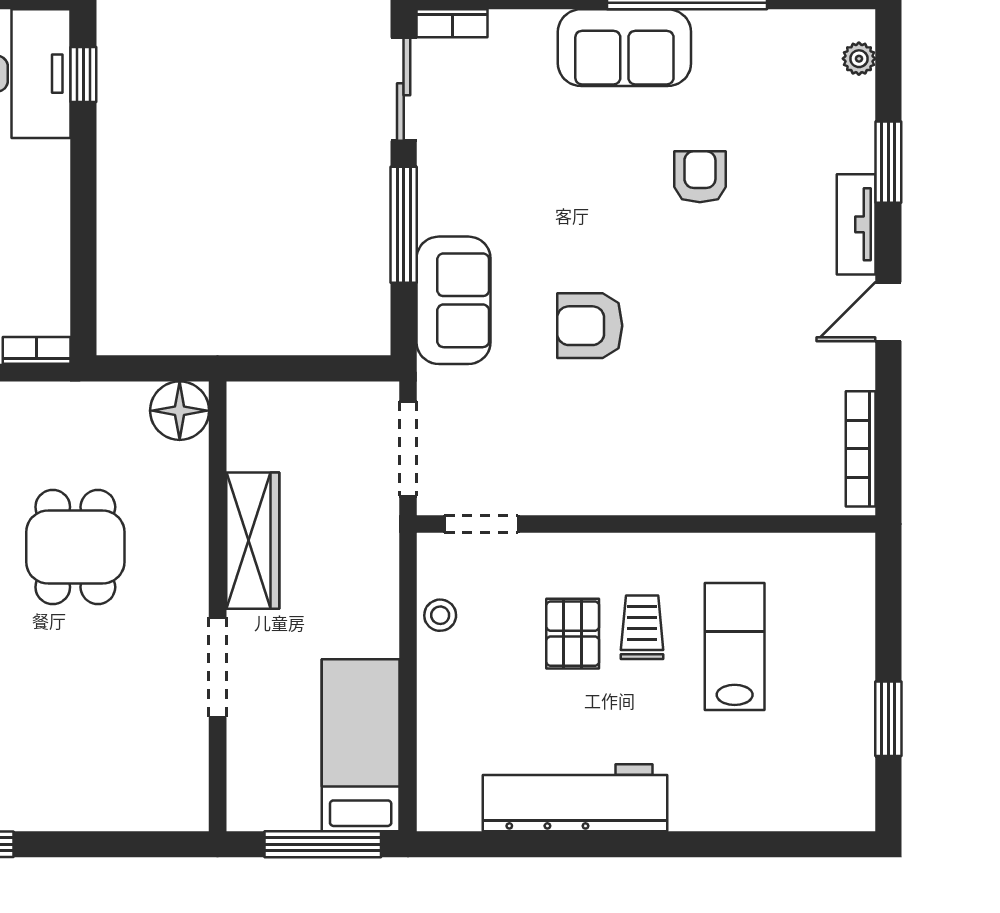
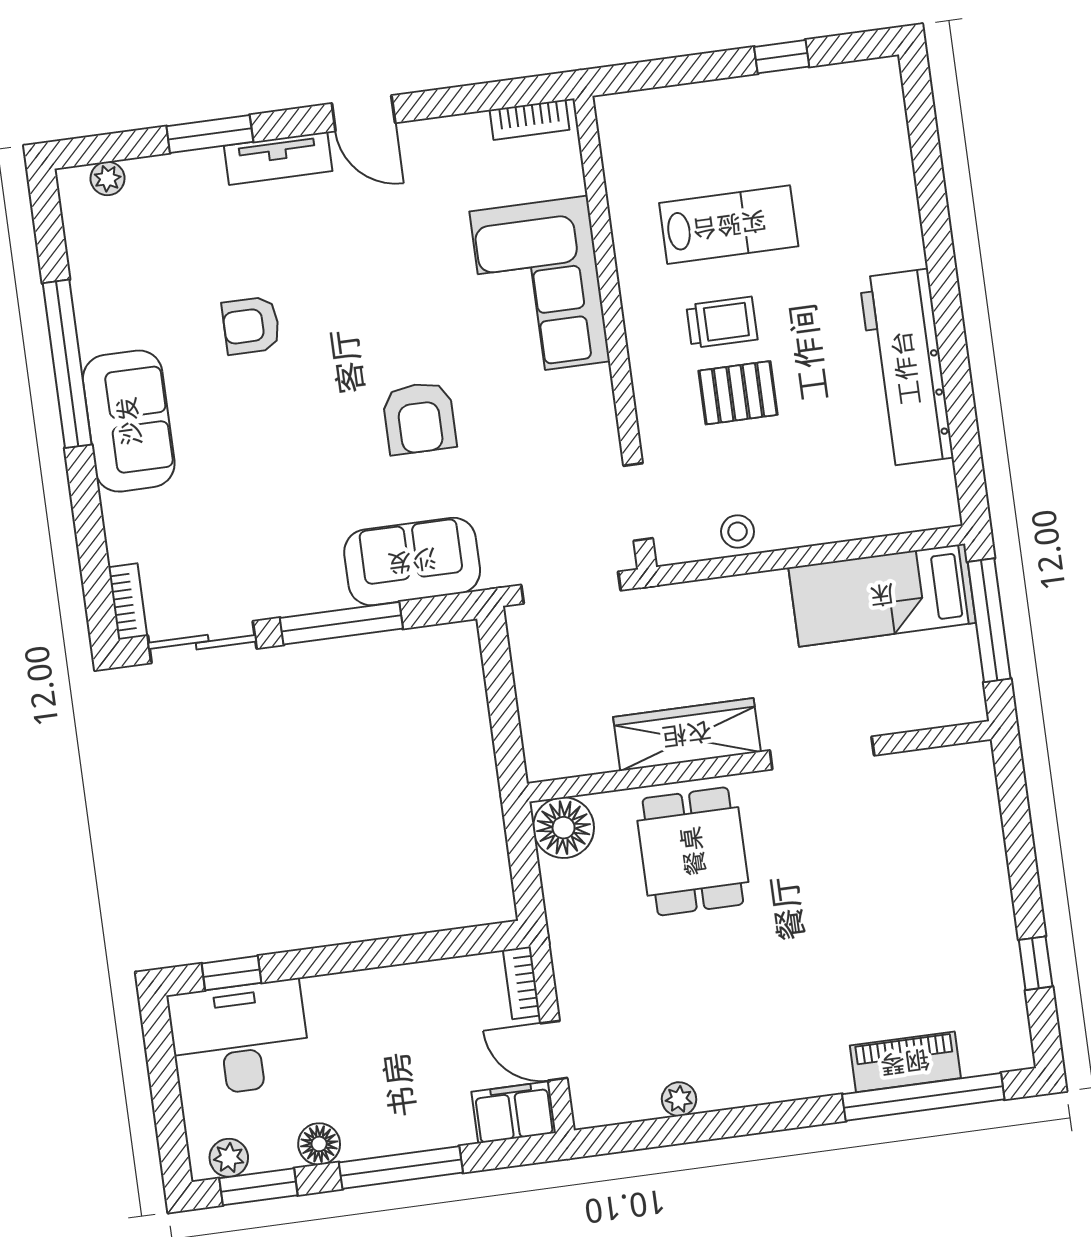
bookcase: (861, 449) -> (530, 120), width x0.64
corner sofa: (700, 458) -> (540, 286), added
dining table: (75, 547) -> (693, 851), moved, turned 90
trolley: (642, 627) -> (722, 322), turned 180
lab bench: (735, 646) -> (729, 225), turned 180
window: (888, 719) -> (782, 57), width x0.67

